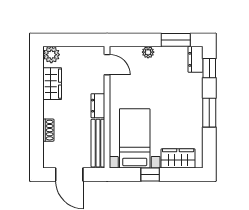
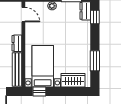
window: (209, 113) -> (95, 61), moved
window: (150, 175) -> (39, 92), moved

